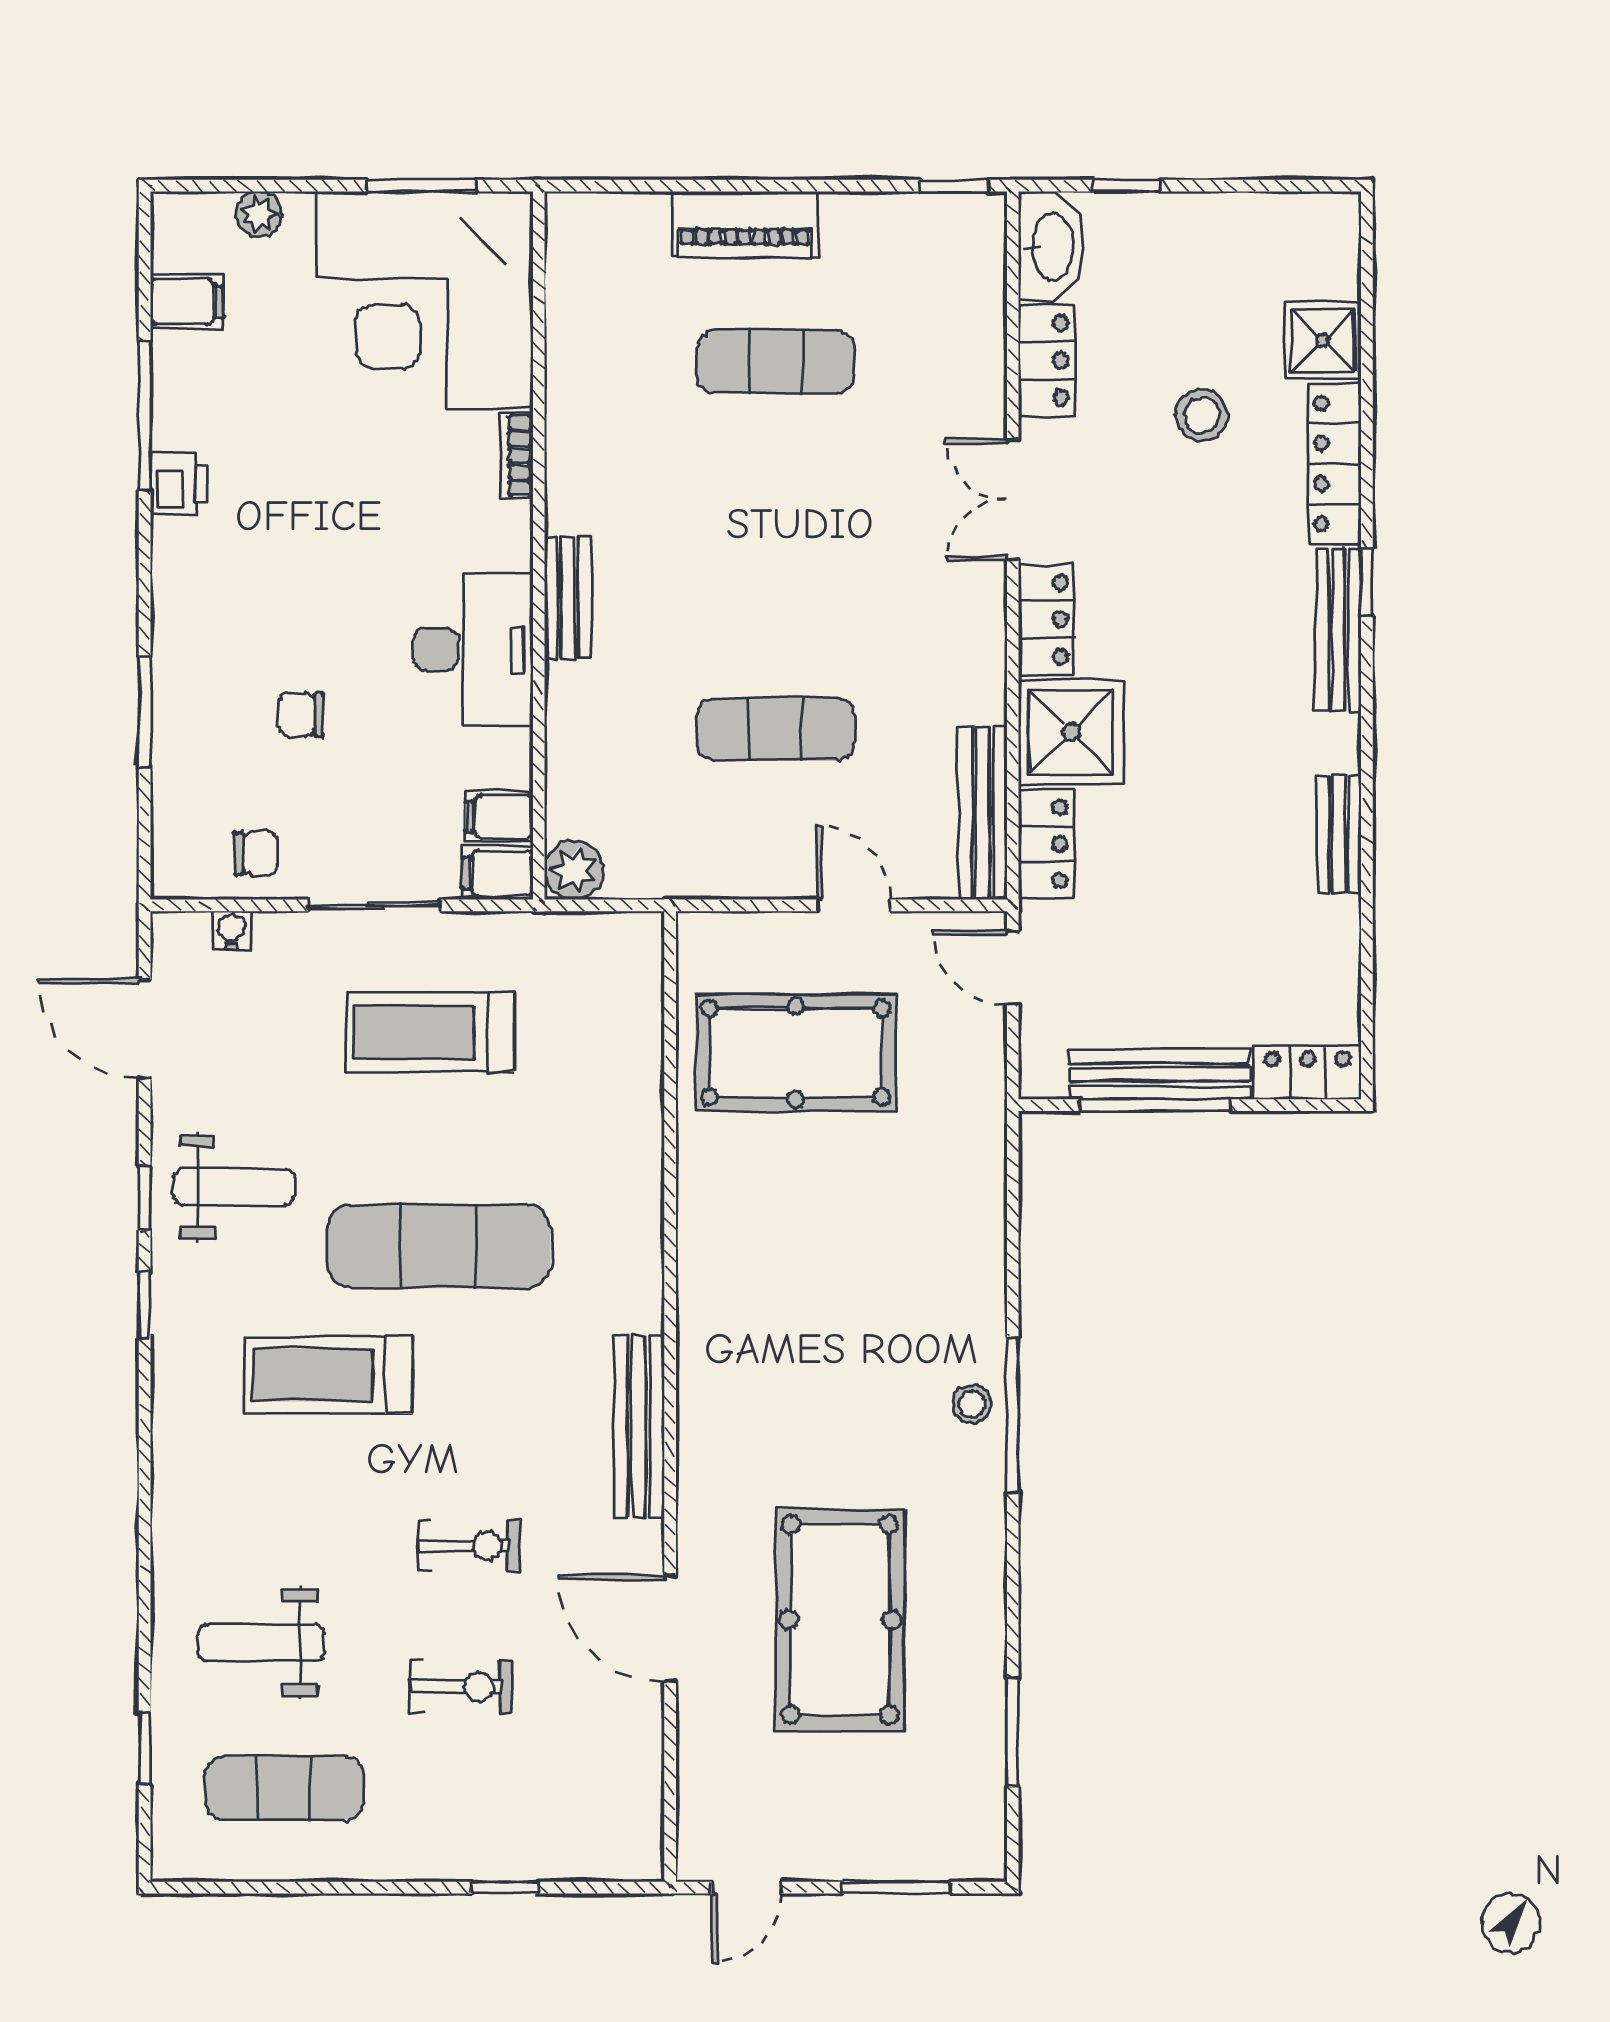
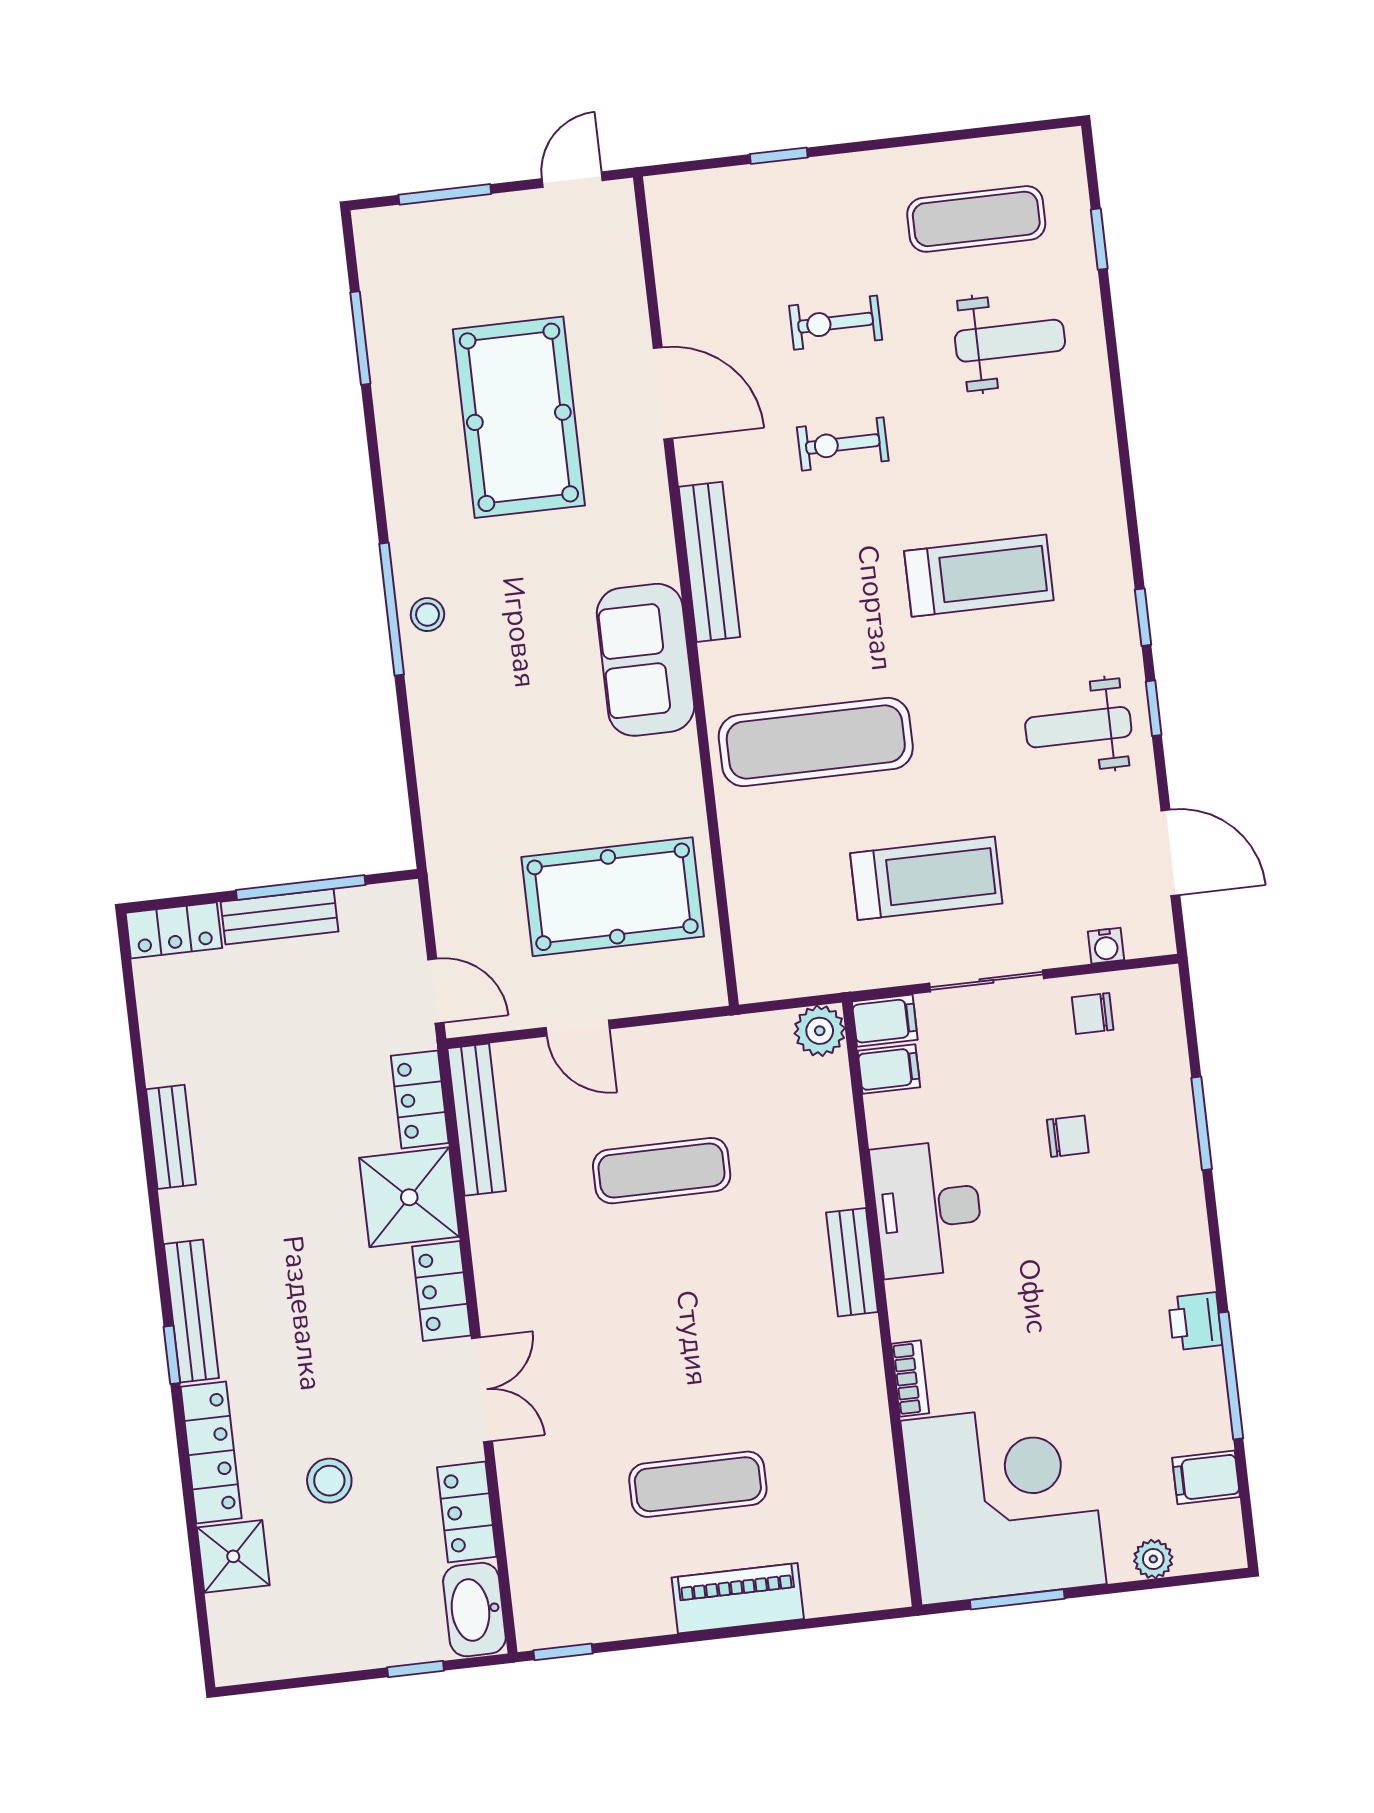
bench: (1160, 1074) -> (280, 917), width x0.73
exercise mat: (439, 1246) -> (816, 742), moved
sofa: (726, 1322) -> (645, 660), added

